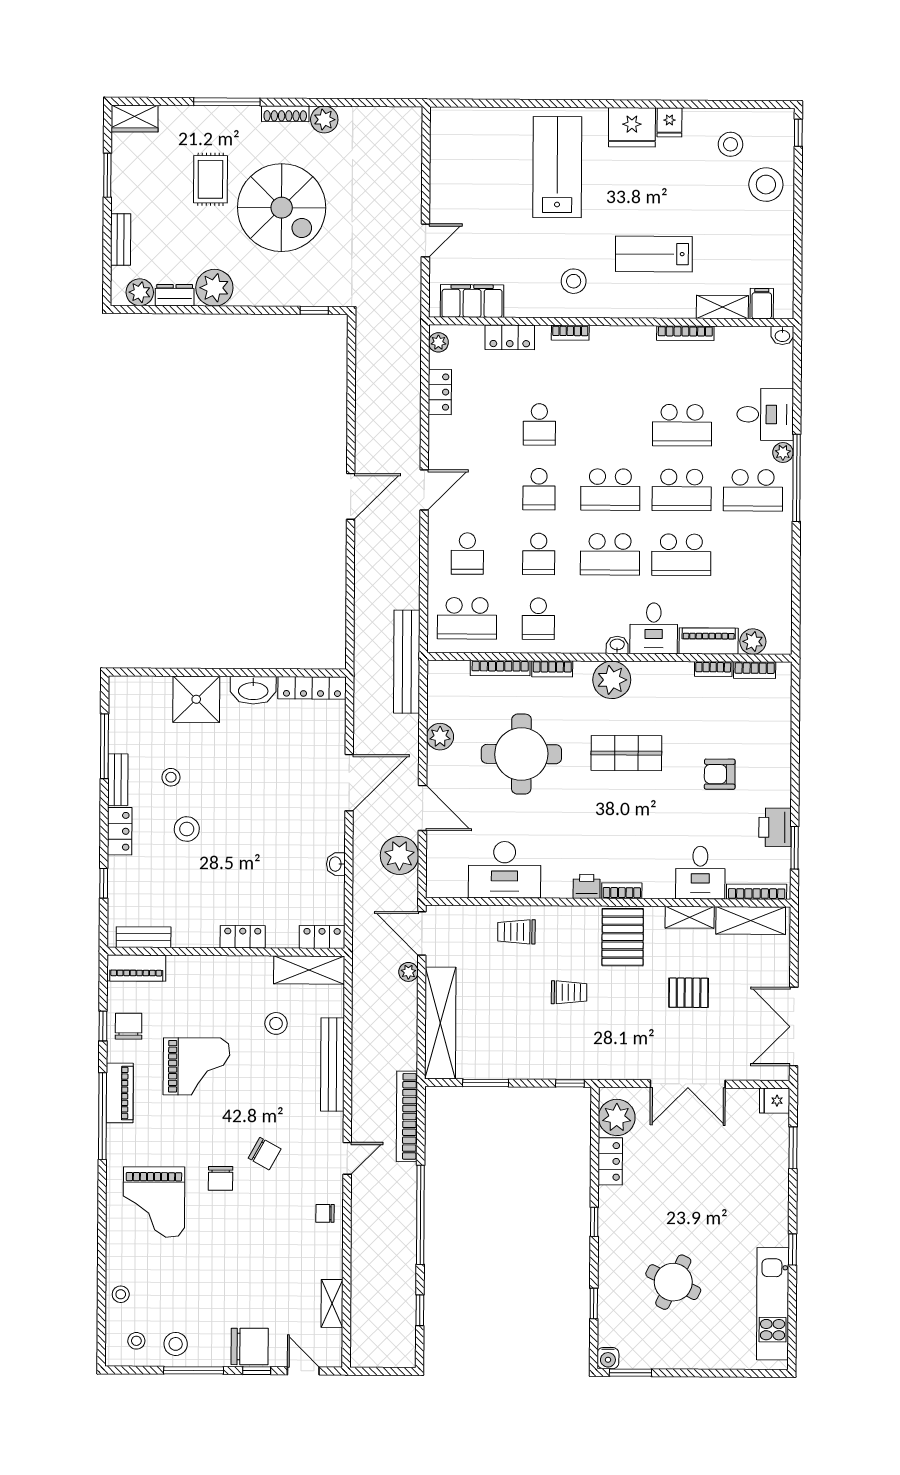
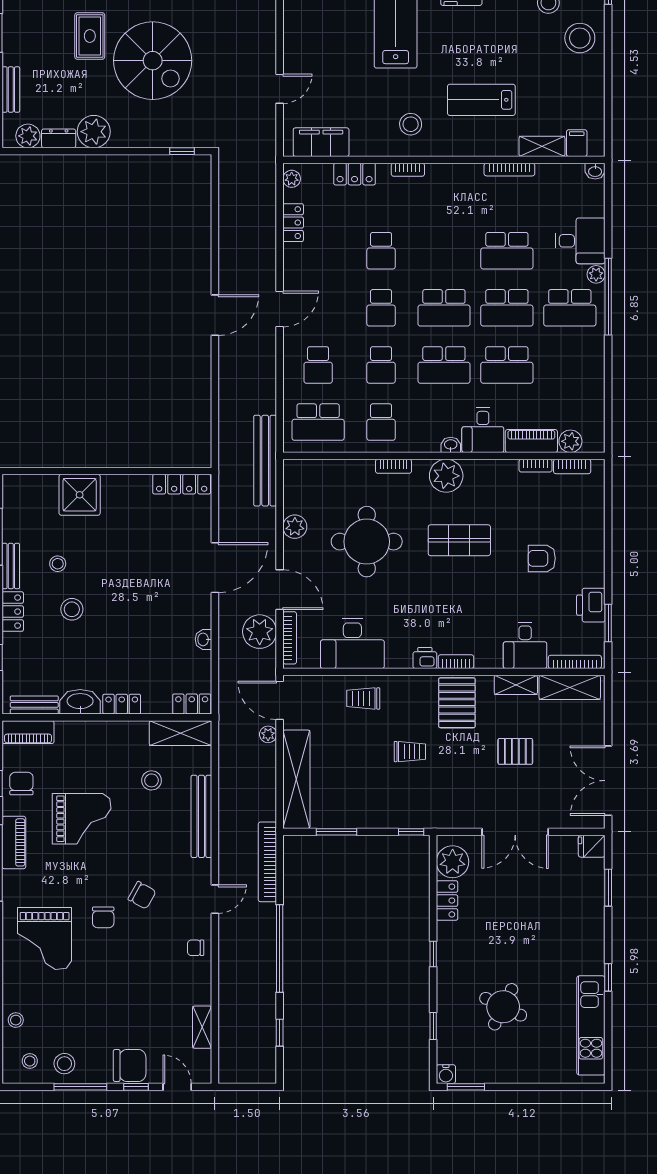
bookcase: (500, 668) -> (290, 638), moved, turned -90
washbasin: (253, 690) -> (80, 702), moved, turned 180

